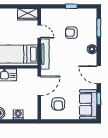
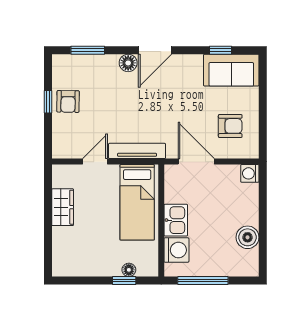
wardrobe: (28, 14) -> (63, 207), moved
armchair: (71, 33) -> (68, 101), moved
door: (99, 75) -> (155, 50), moved
washing machine: (18, 114) -> (250, 173), moved

